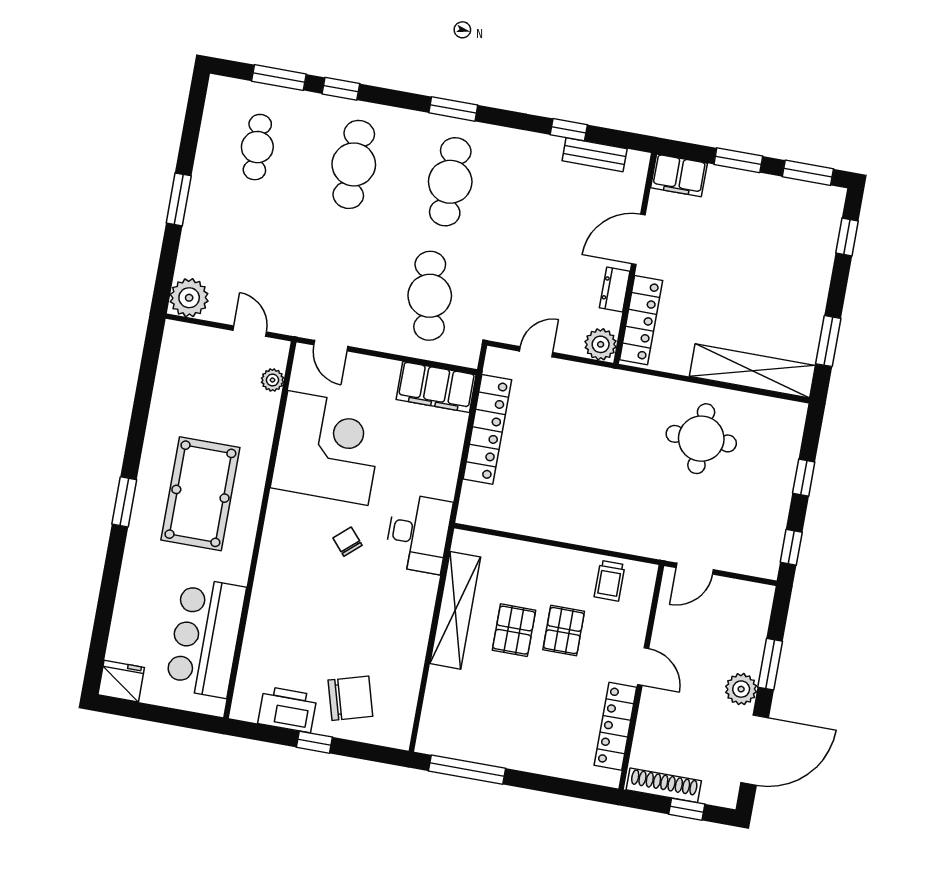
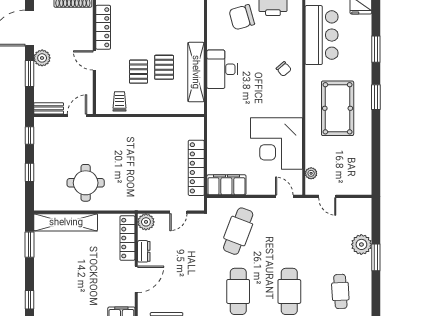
cafe table: (430, 296) -> (238, 231), turned 30
plant: (189, 298) -> (361, 244), moved
desk: (418, 533) -> (222, 69), moved
chair: (348, 542) -> (284, 69), moved
bench: (746, 592) -> (49, 108), added
window: (108, 593) -> (376, 49), added

